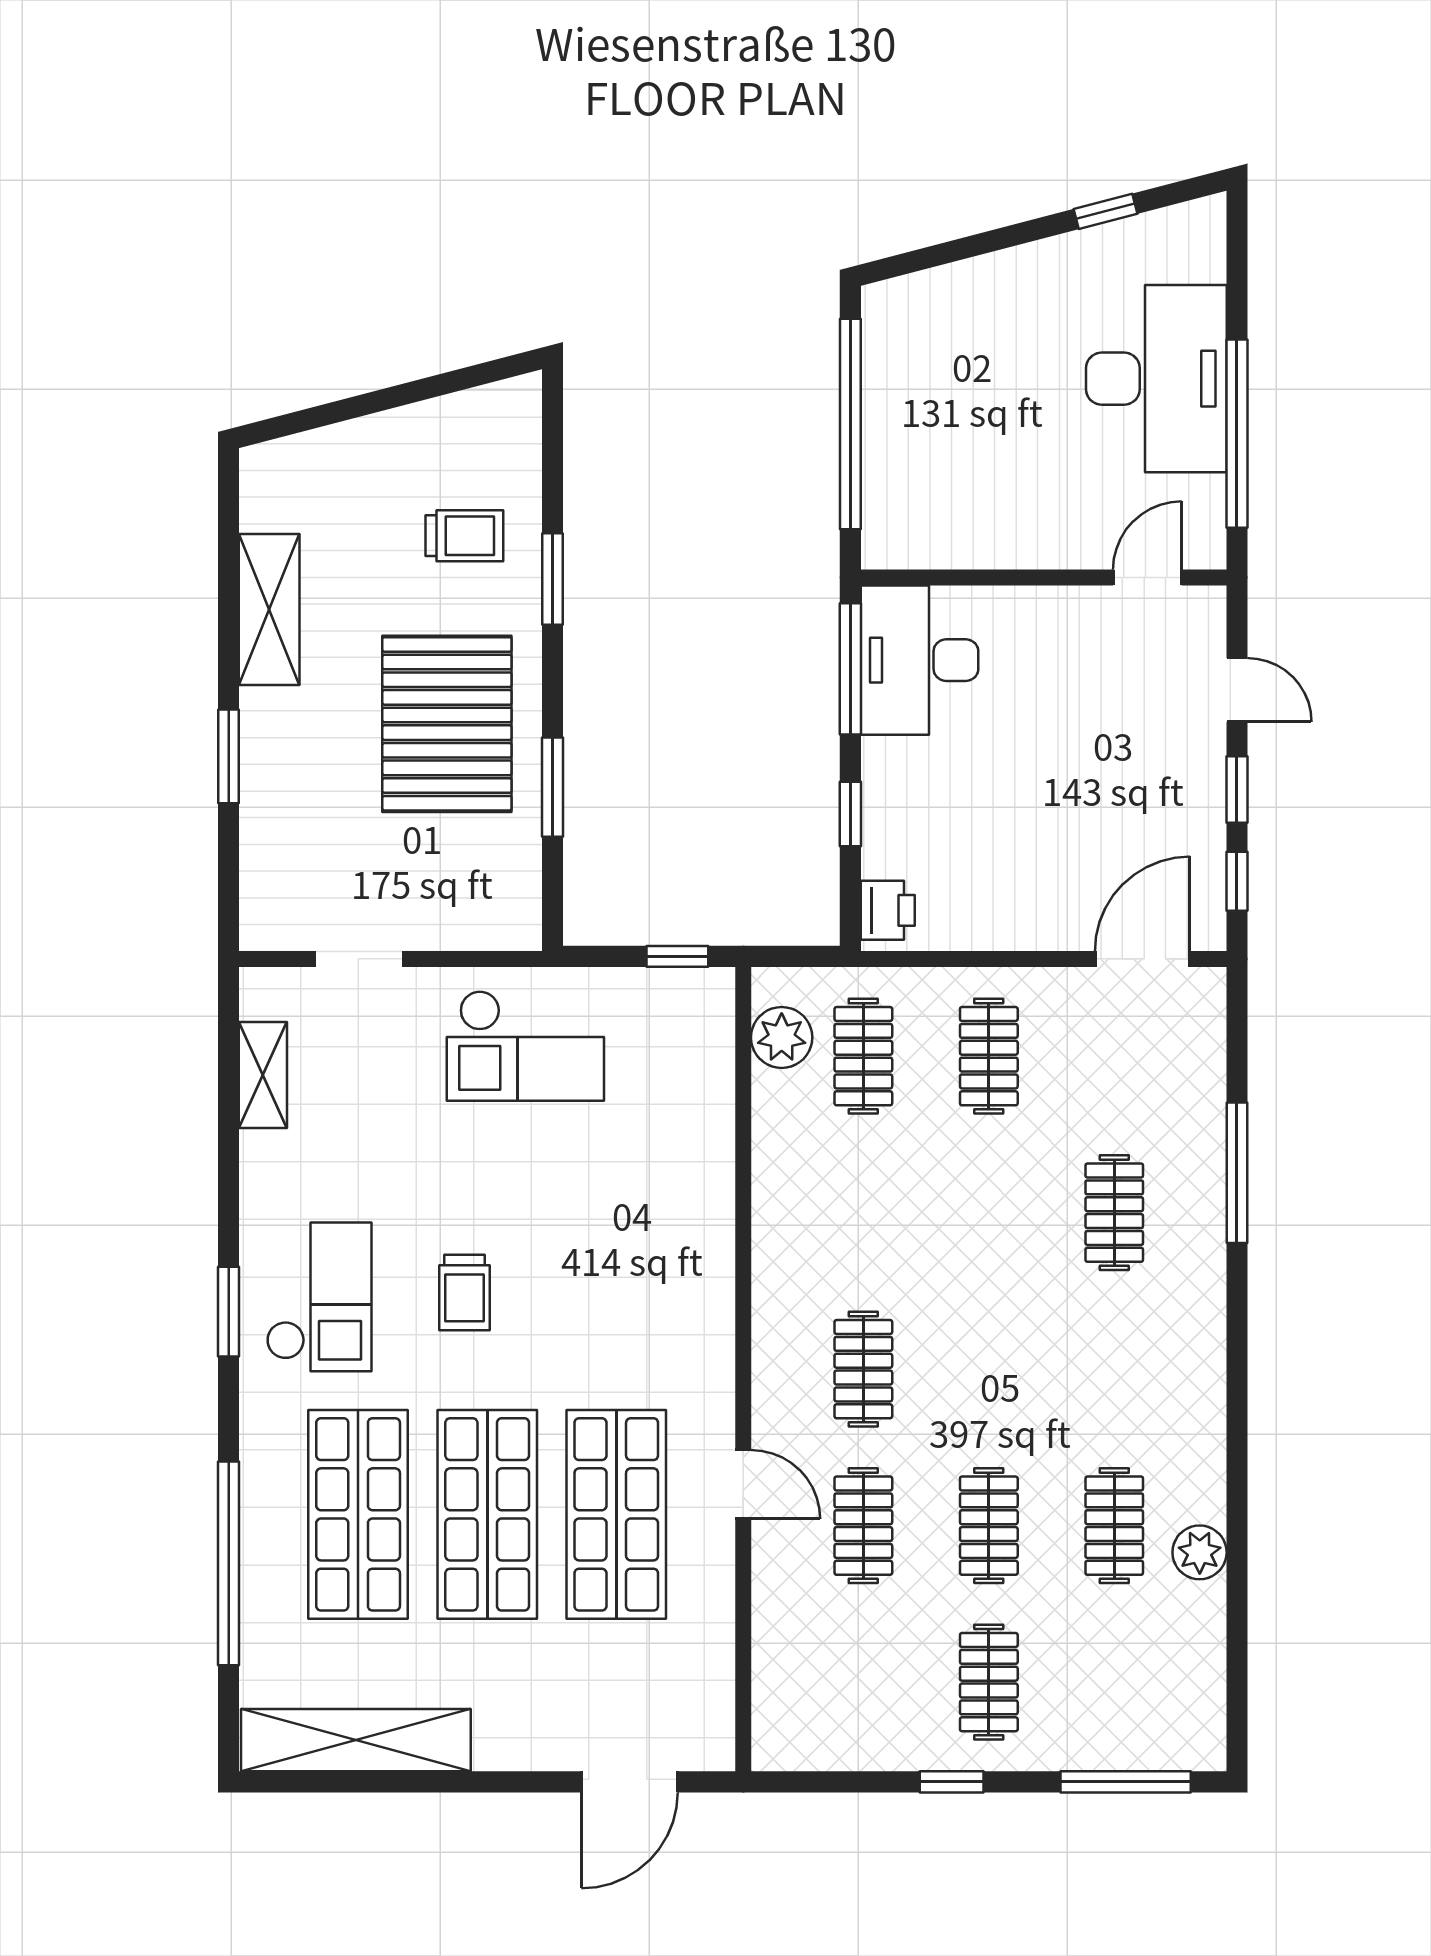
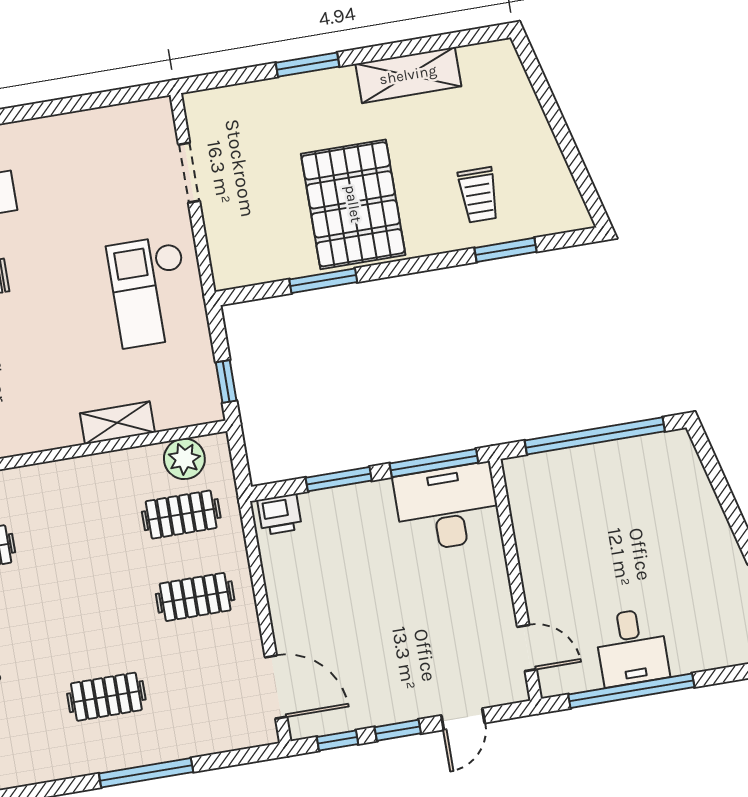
desk: (1156, 379) -> (632, 647), width x0.53, depth x0.77
window: (552, 579) -> (505, 250), moved
pallet: (447, 724) -> (353, 204), turned 90
window: (850, 814) -> (339, 479), width x1.50
shelving: (263, 1075) -> (117, 423), moved

